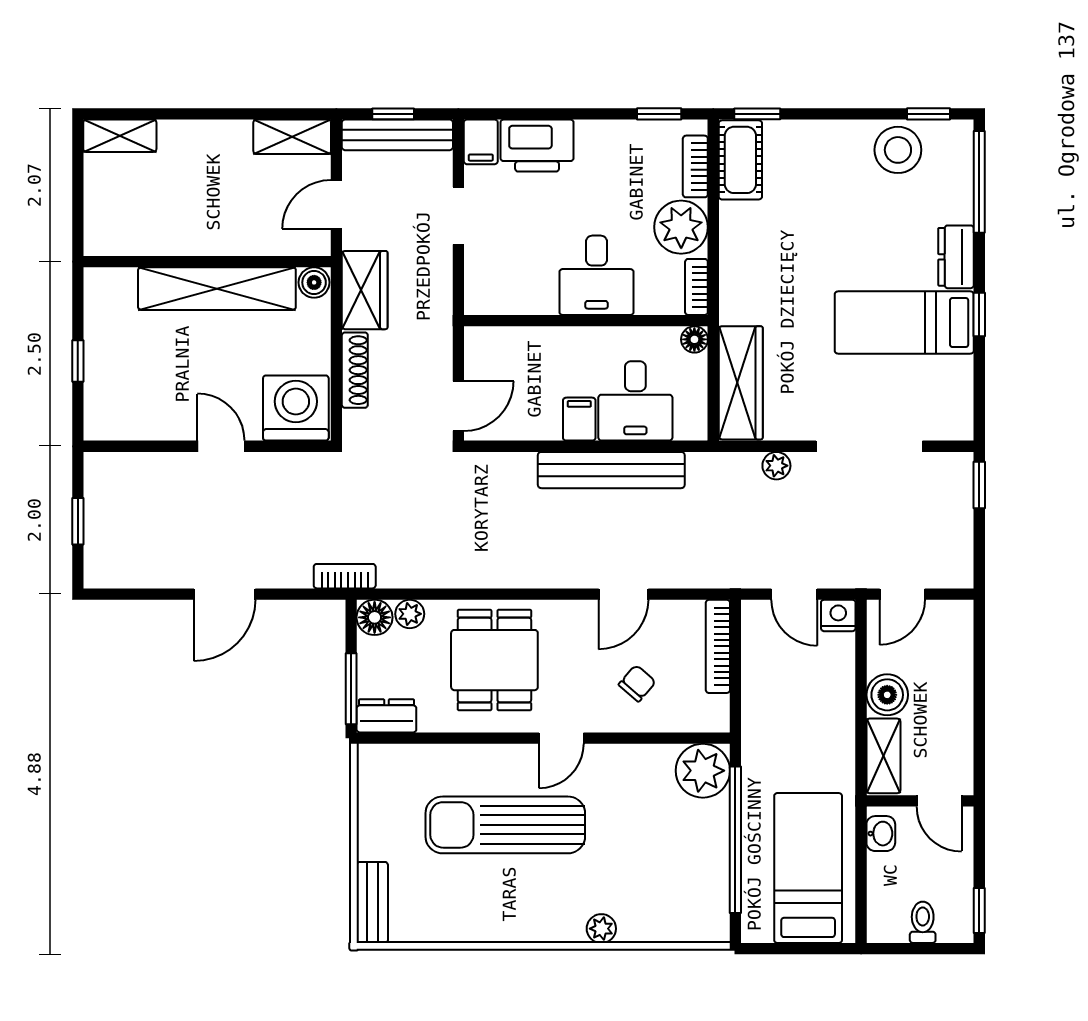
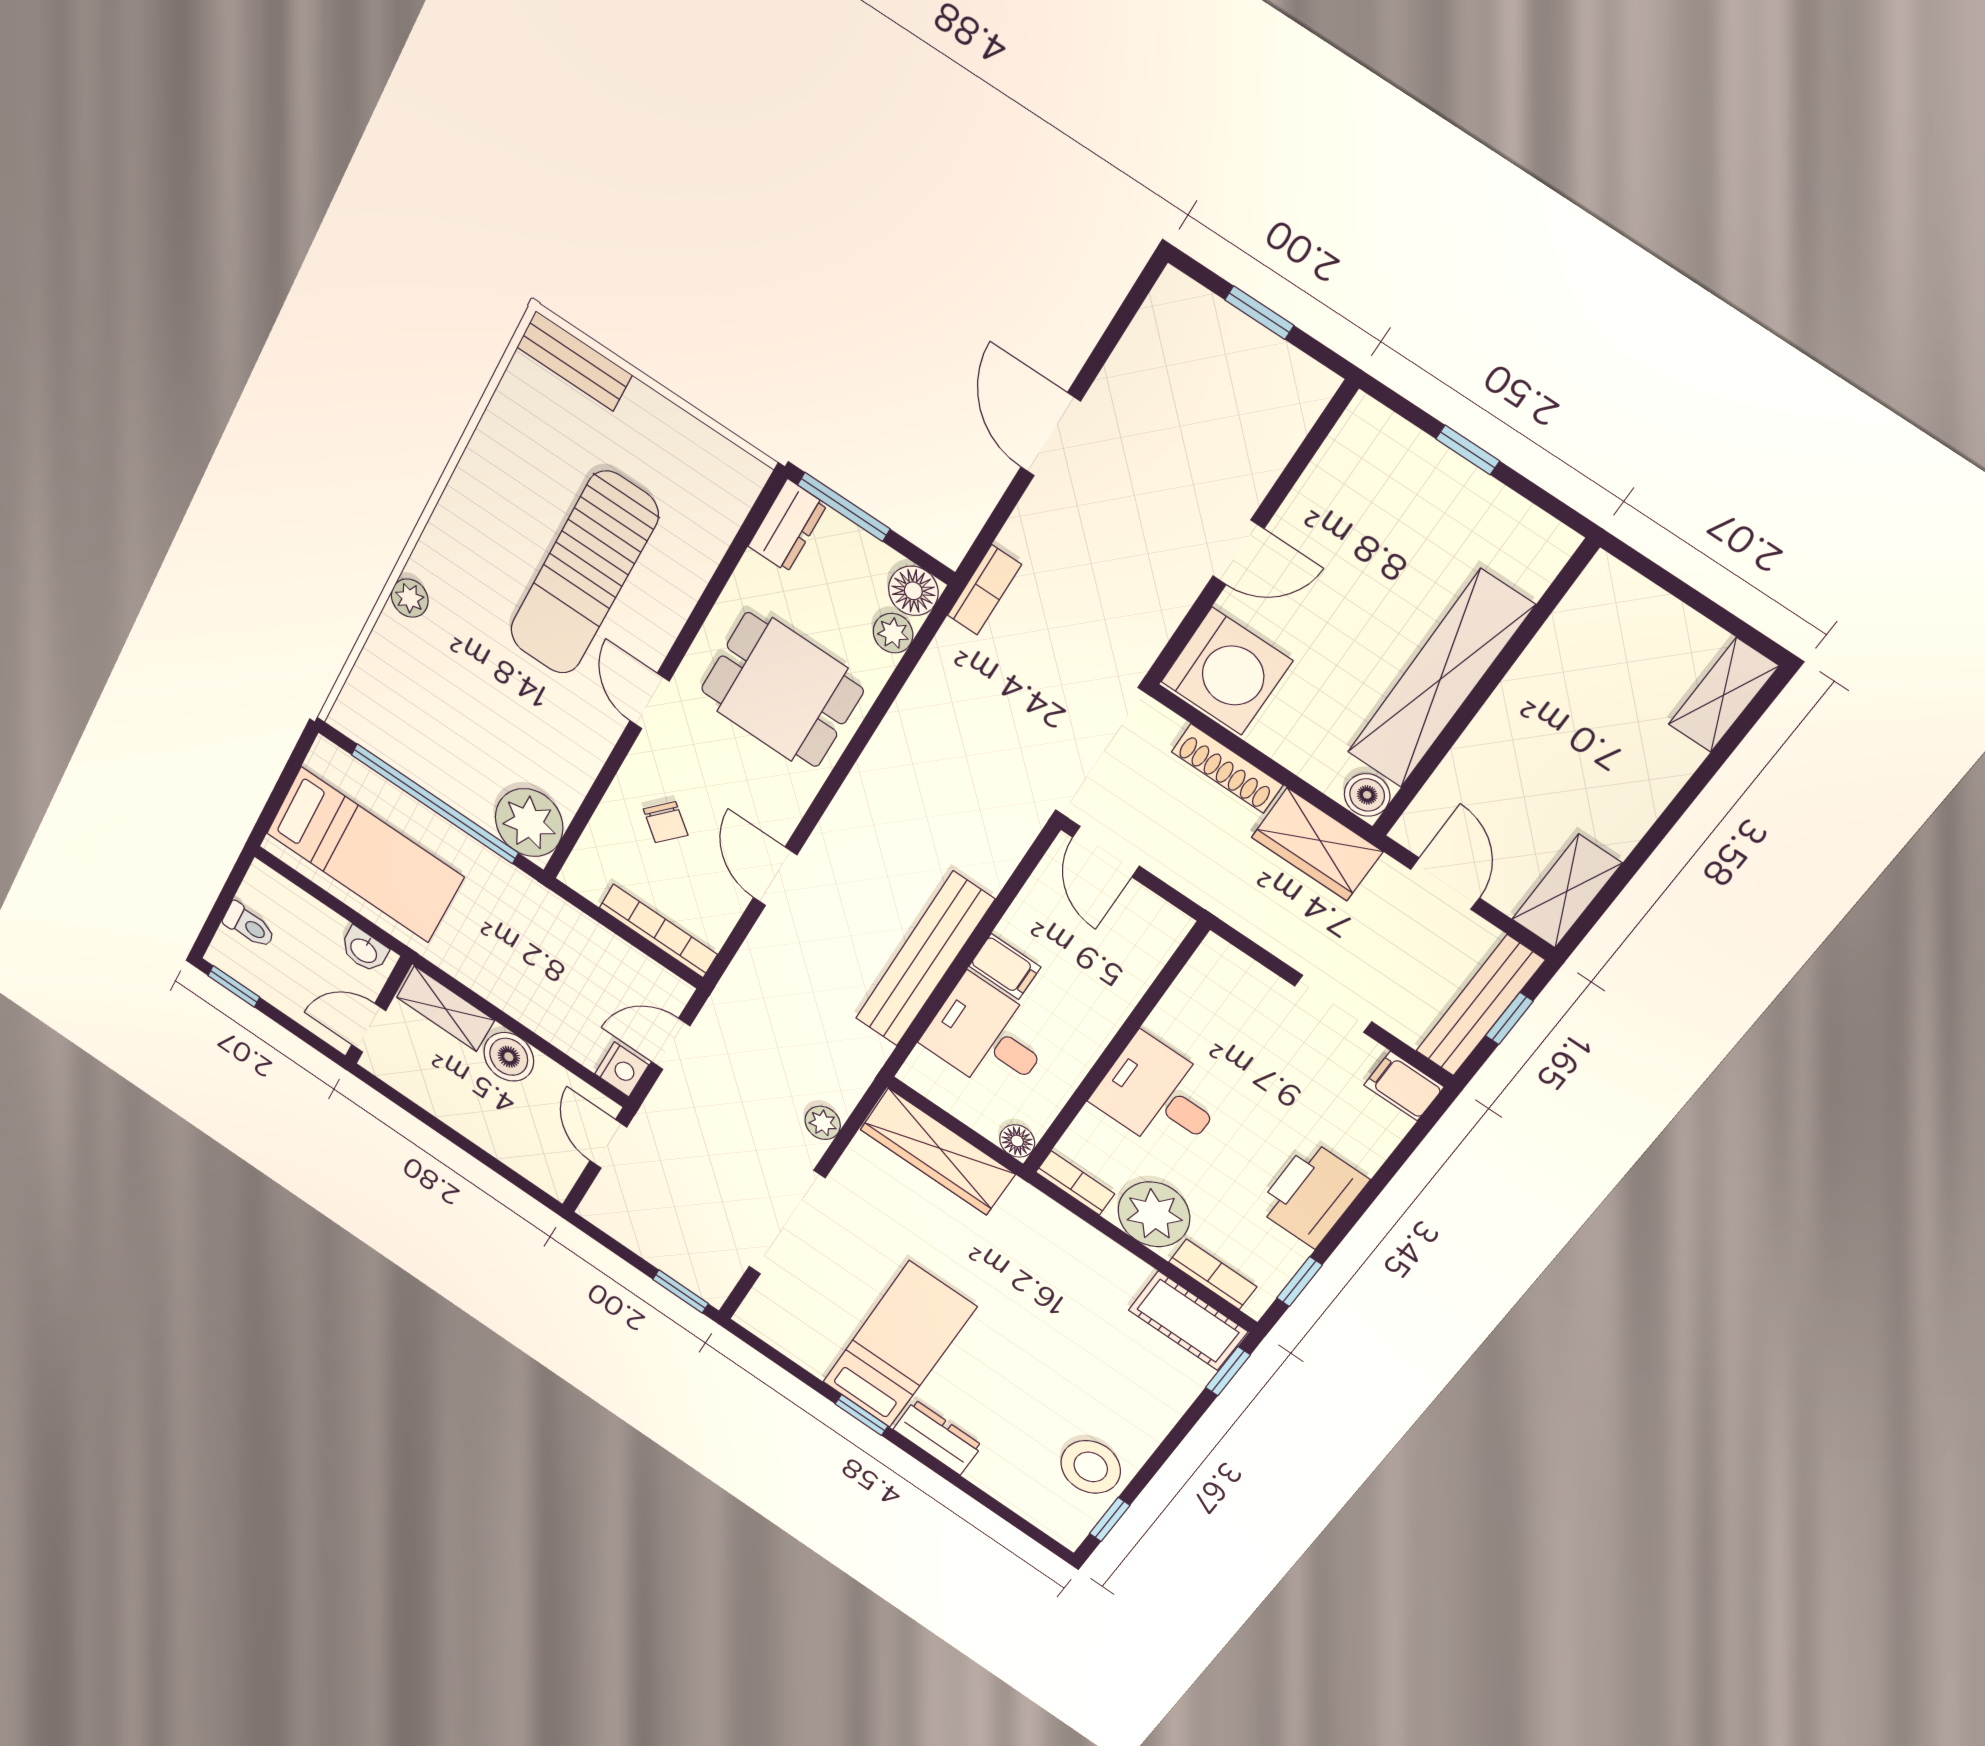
printer: (537, 146) -> (1312, 1194), moved
window: (979, 182) -> (1003, 1512), removed
sun lounger: (505, 825) -> (584, 573), turned 180

